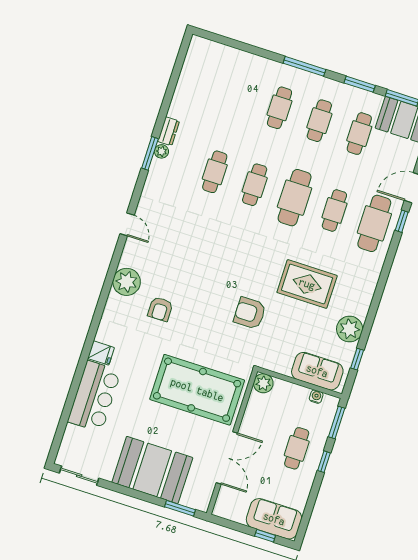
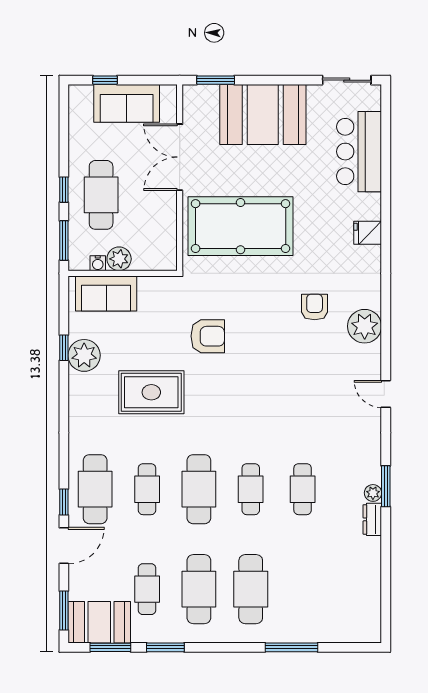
window: (304, 66) -> (291, 647), moved
cafe table: (279, 108) -> (251, 589), width x1.37, depth x1.35
cafe table: (319, 121) -> (199, 589), width x1.37, depth x1.35
window: (357, 359) -> (64, 348), moved
plant: (263, 383) -> (119, 259), moved
bar counter: (94, 396) -> (359, 152), moved
cafe table: (297, 448) -> (101, 195), width x1.37, depth x1.35
sofa: (274, 519) -> (127, 103), moved

